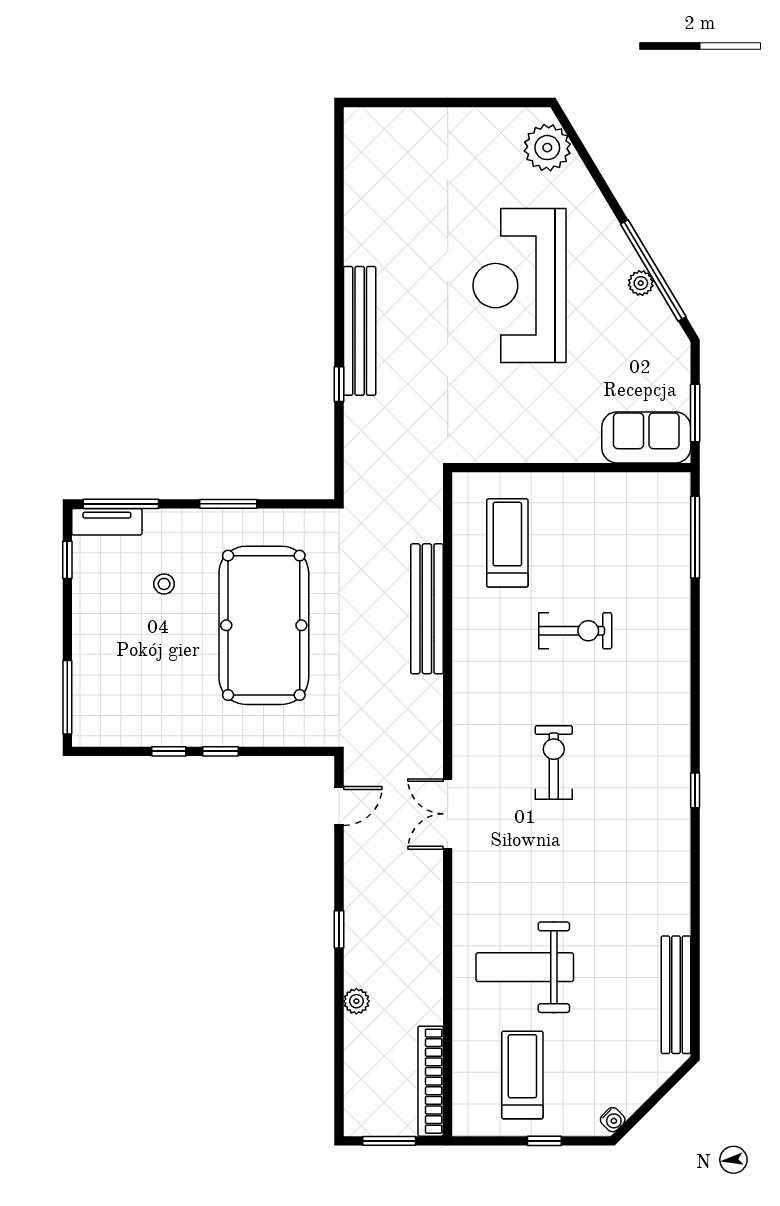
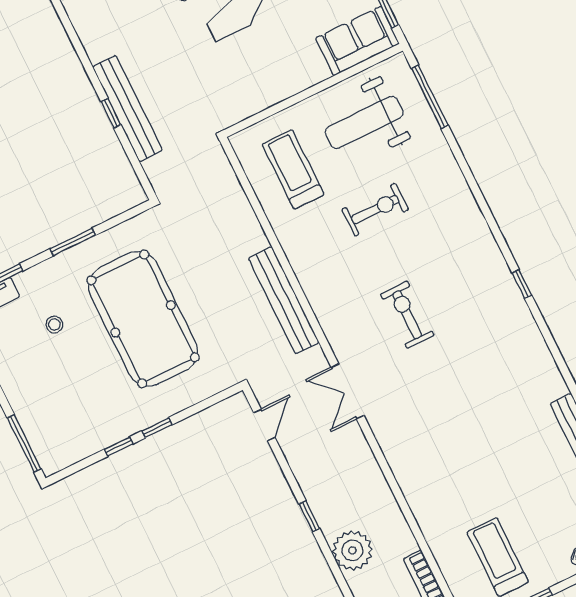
bench: (360, 331) -> (128, 108), moved
bench: (427, 609) -> (284, 300), moved
weight bench: (525, 967) -> (364, 122), moved
plant: (356, 1001) -> (352, 550), width x1.88, depth x1.88

